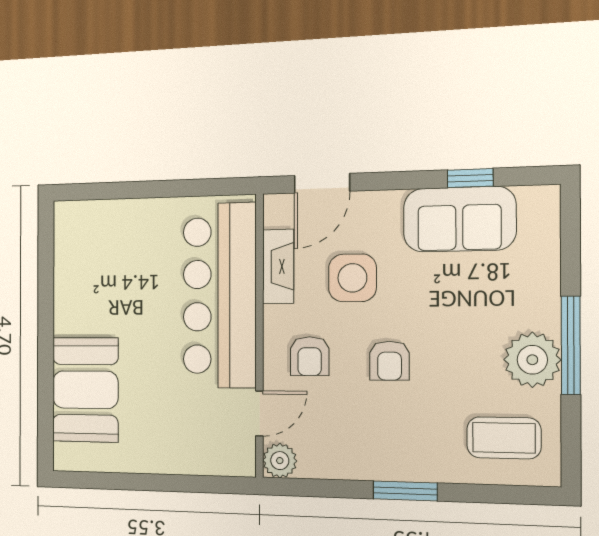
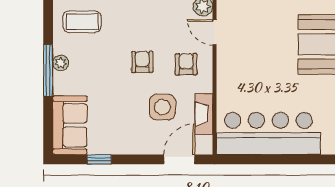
sofa: (459, 219) -> (70, 125), moved, turned 90
bar counter: (220, 295) -> (268, 133), moved, turned -90
plant: (532, 360) -> (61, 63), width x0.53, depth x0.53
door: (259, 413) -> (215, 32), hinge flipped

